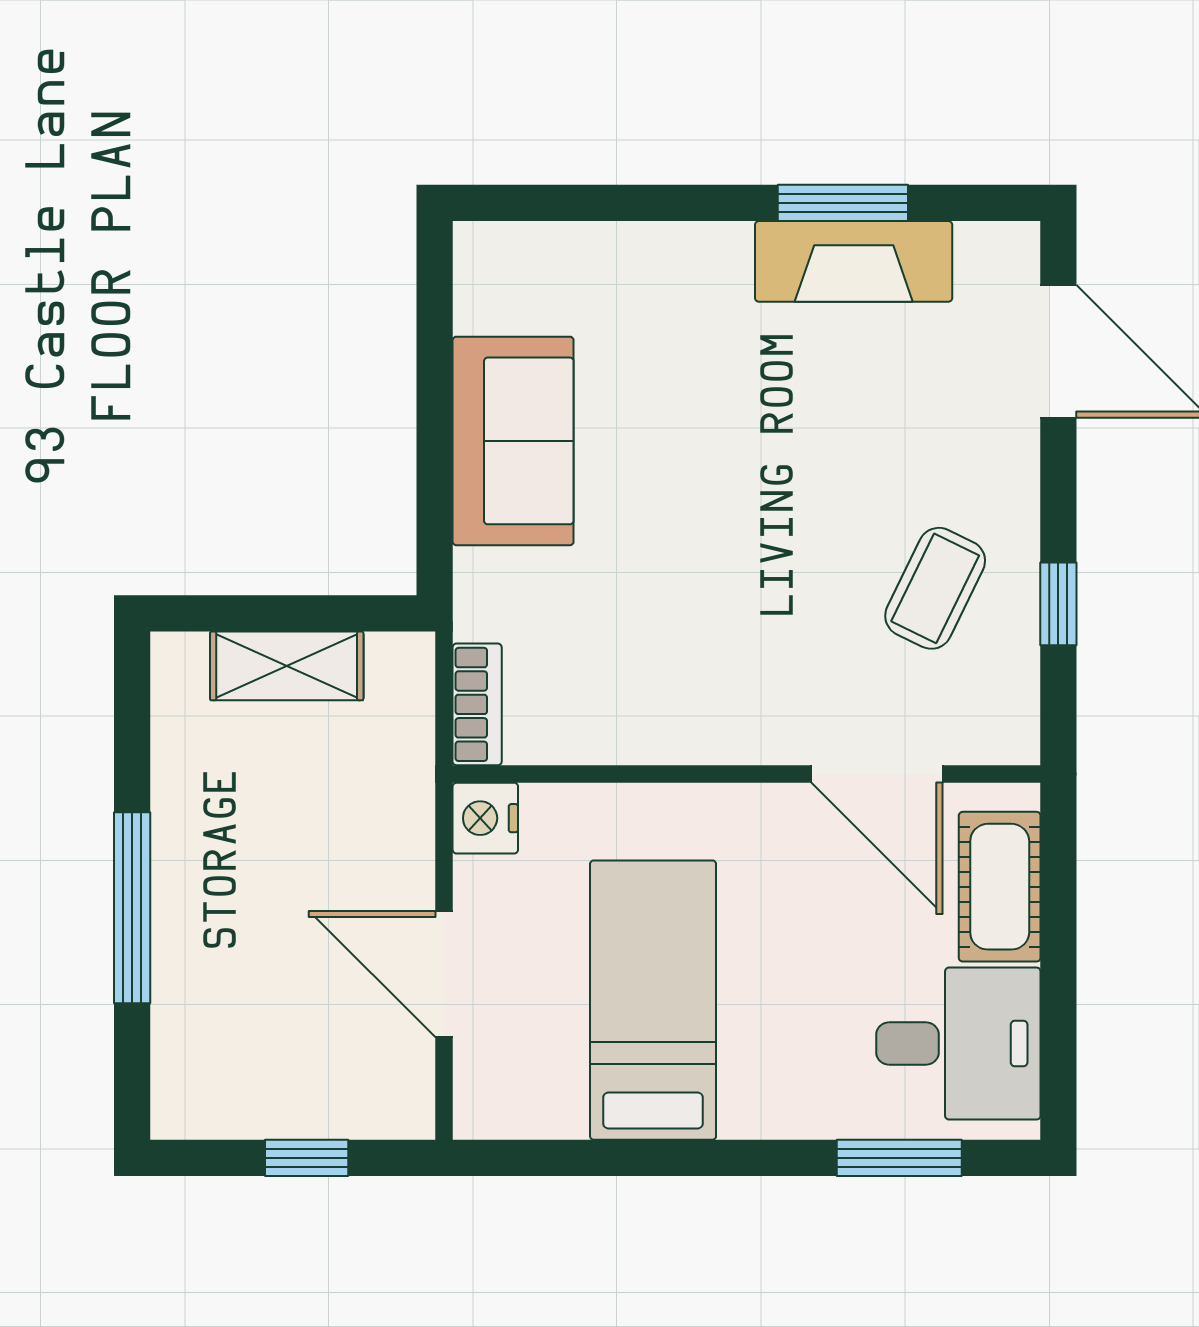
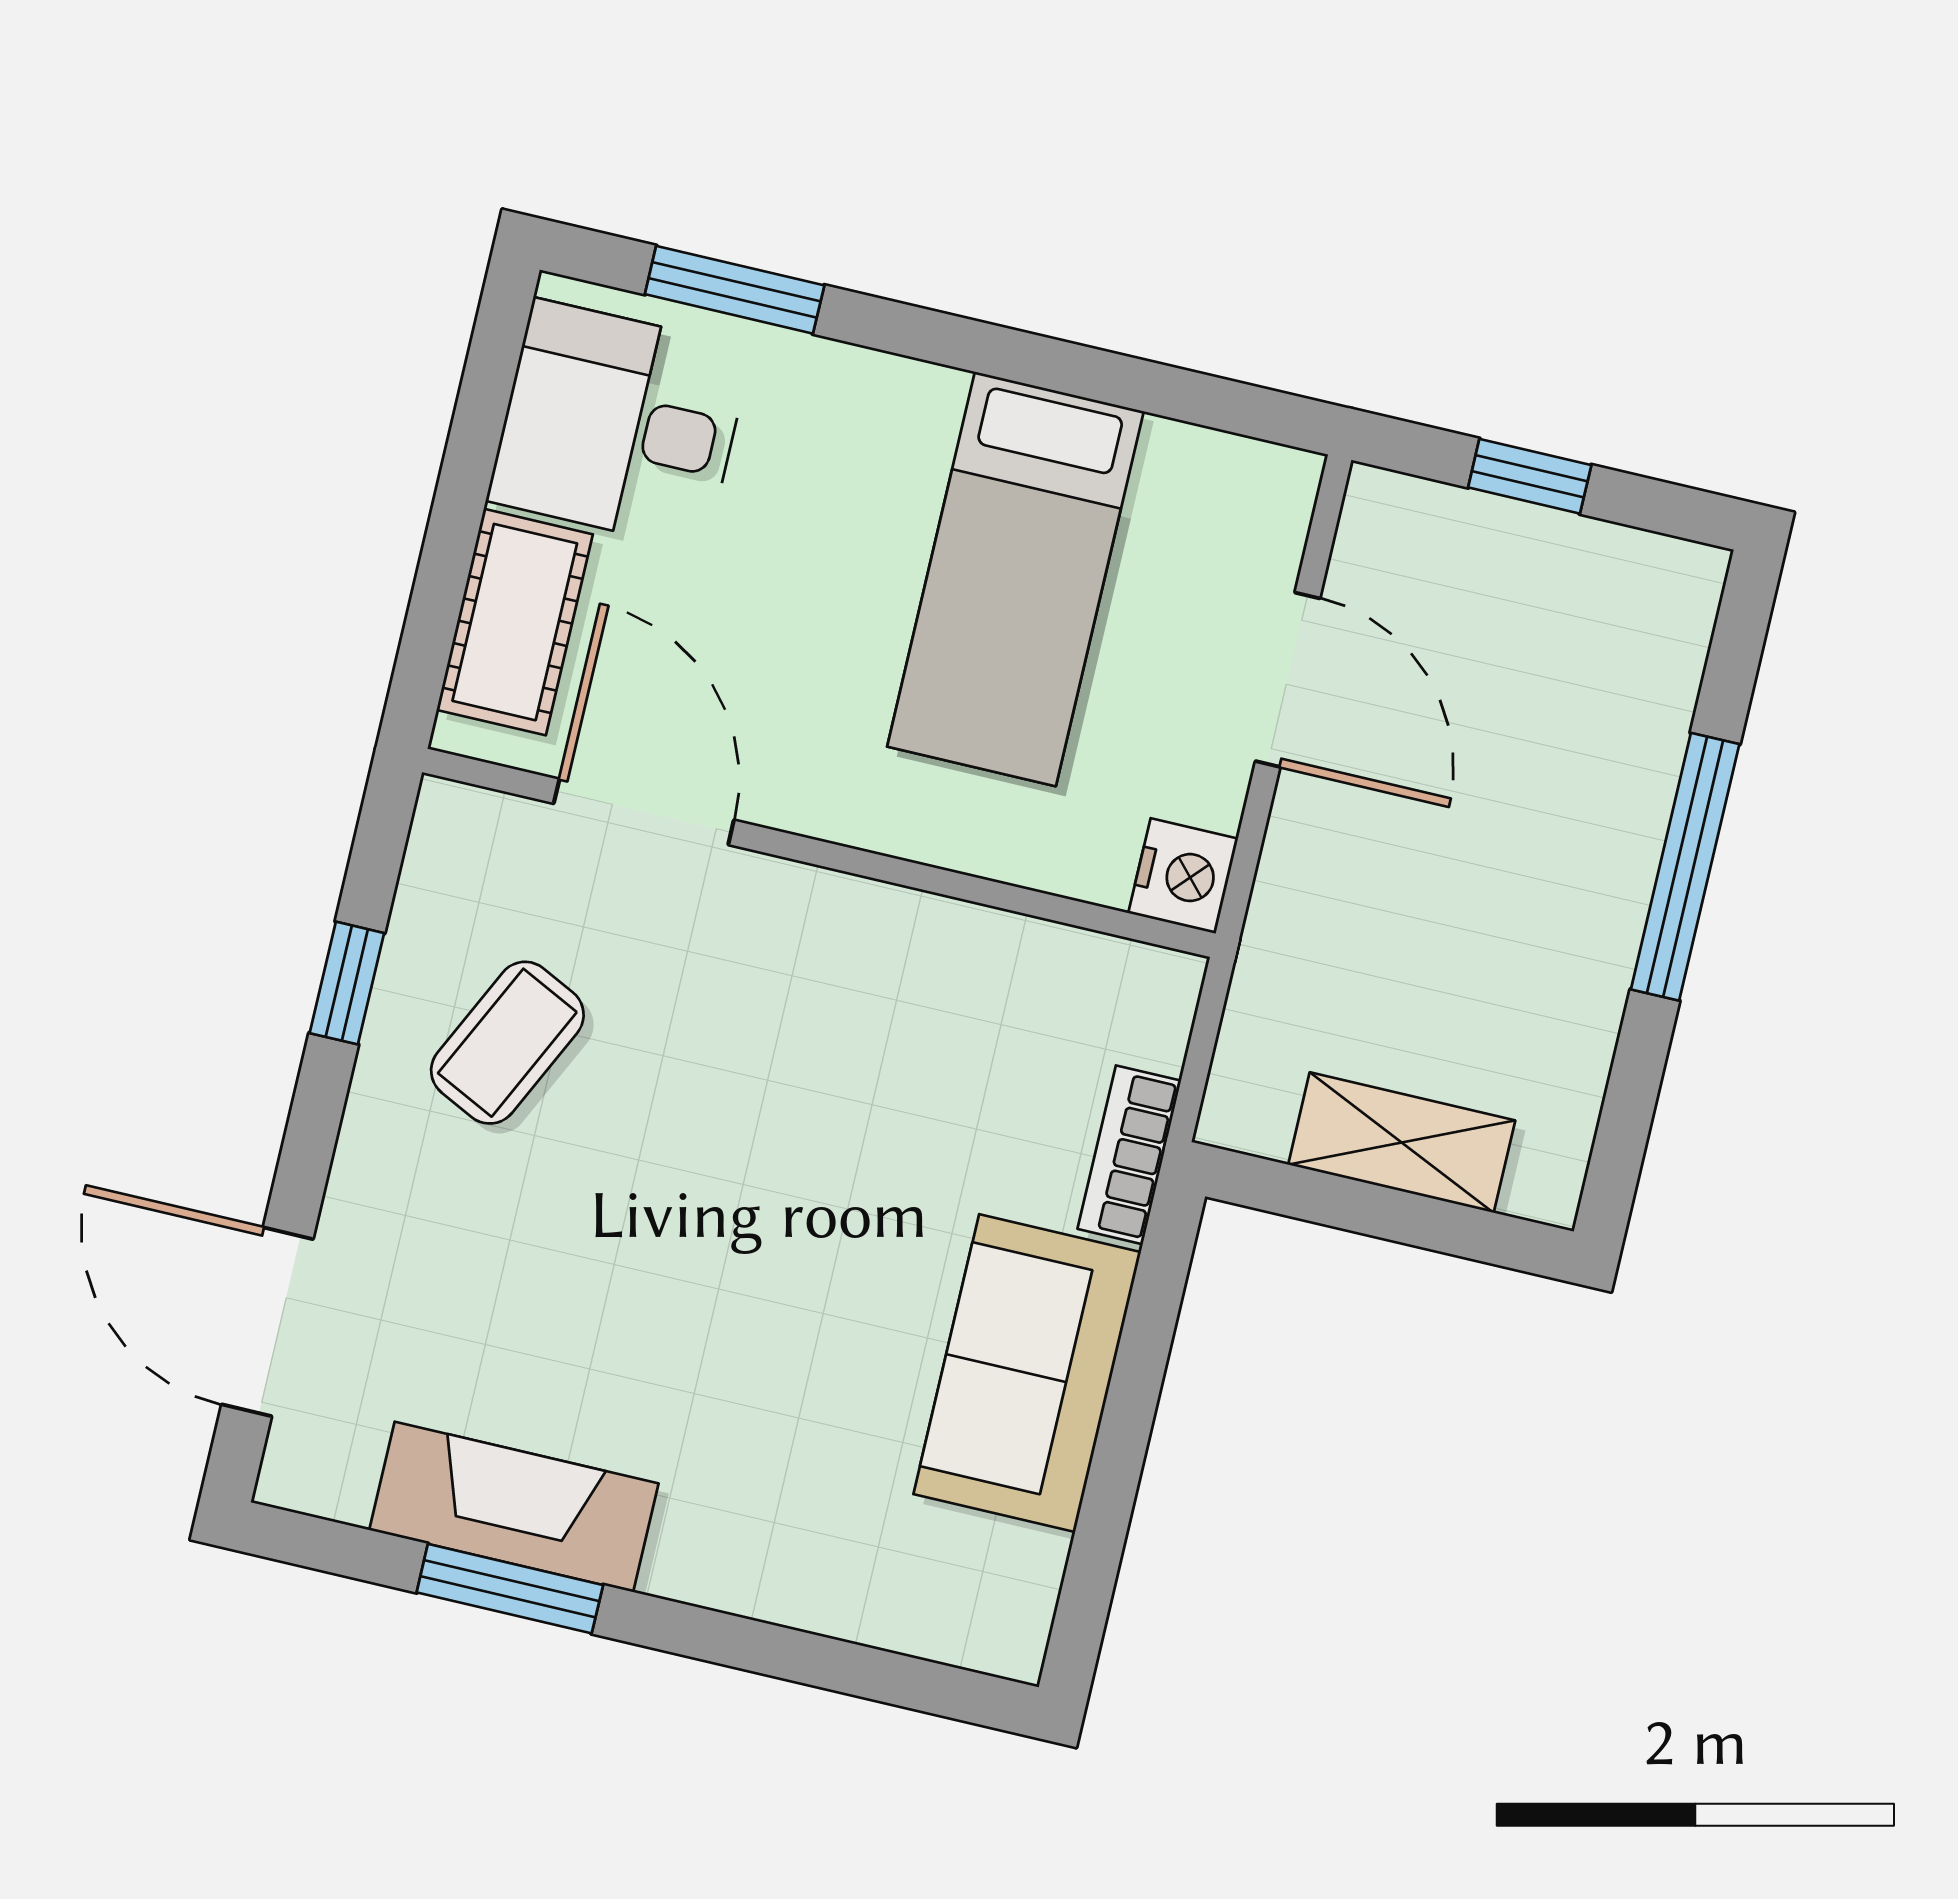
bookcase: (477, 704) -> (1129, 1155), moved

